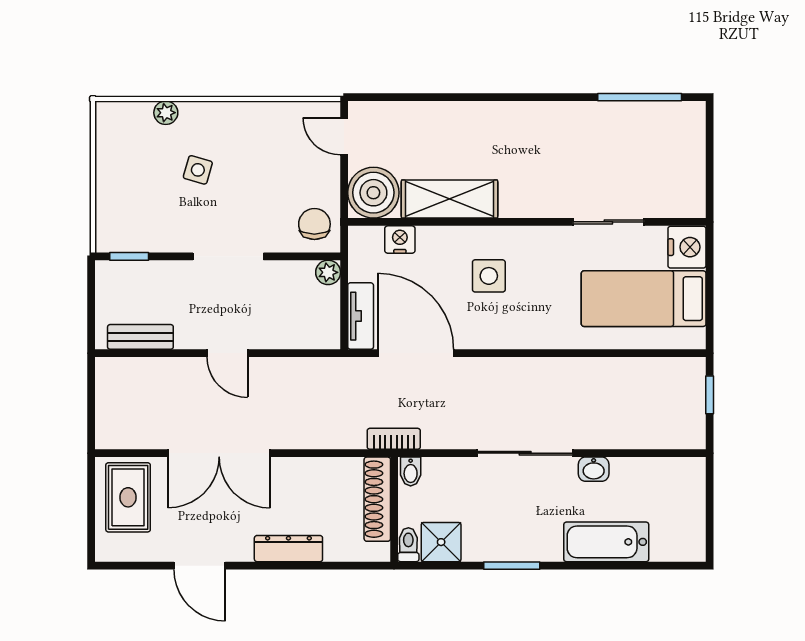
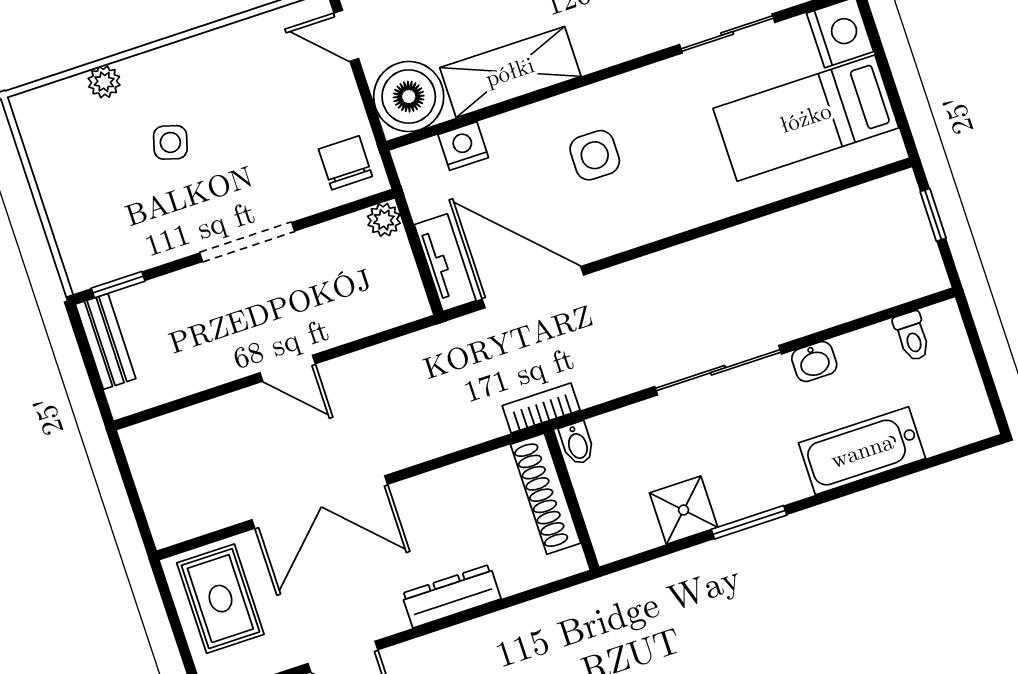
bench: (140, 337) -> (106, 341), moved, turned 90
shower: (441, 542) -> (684, 510), moved
toilet: (408, 545) -> (912, 336), moved, turned 180

